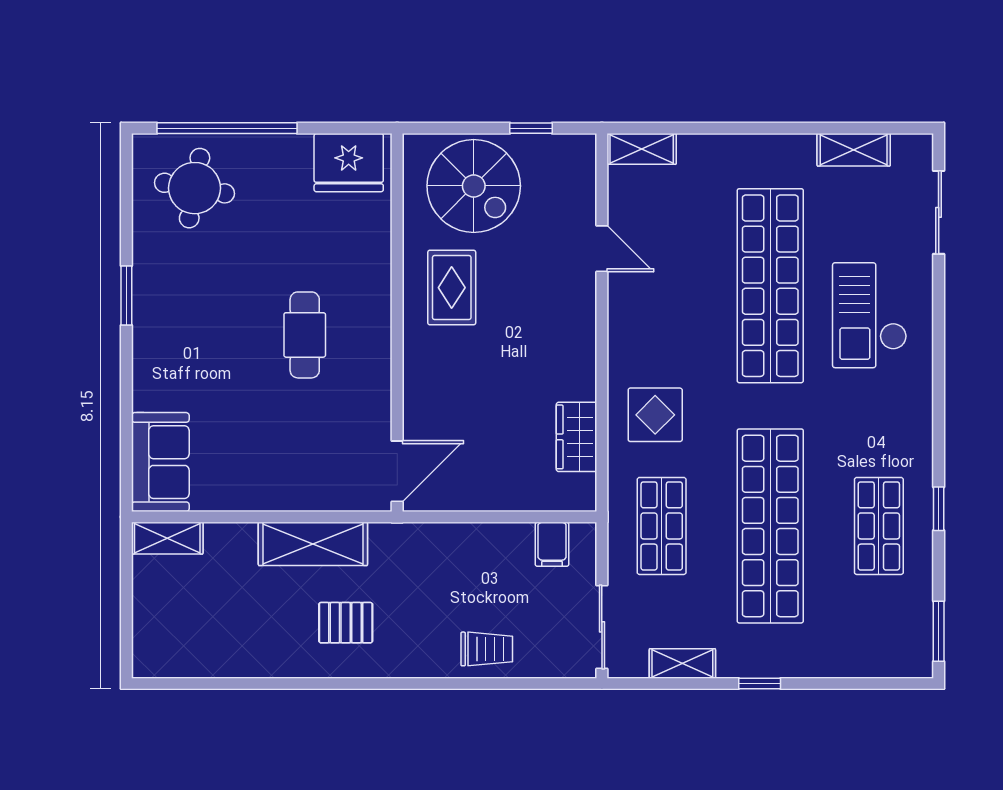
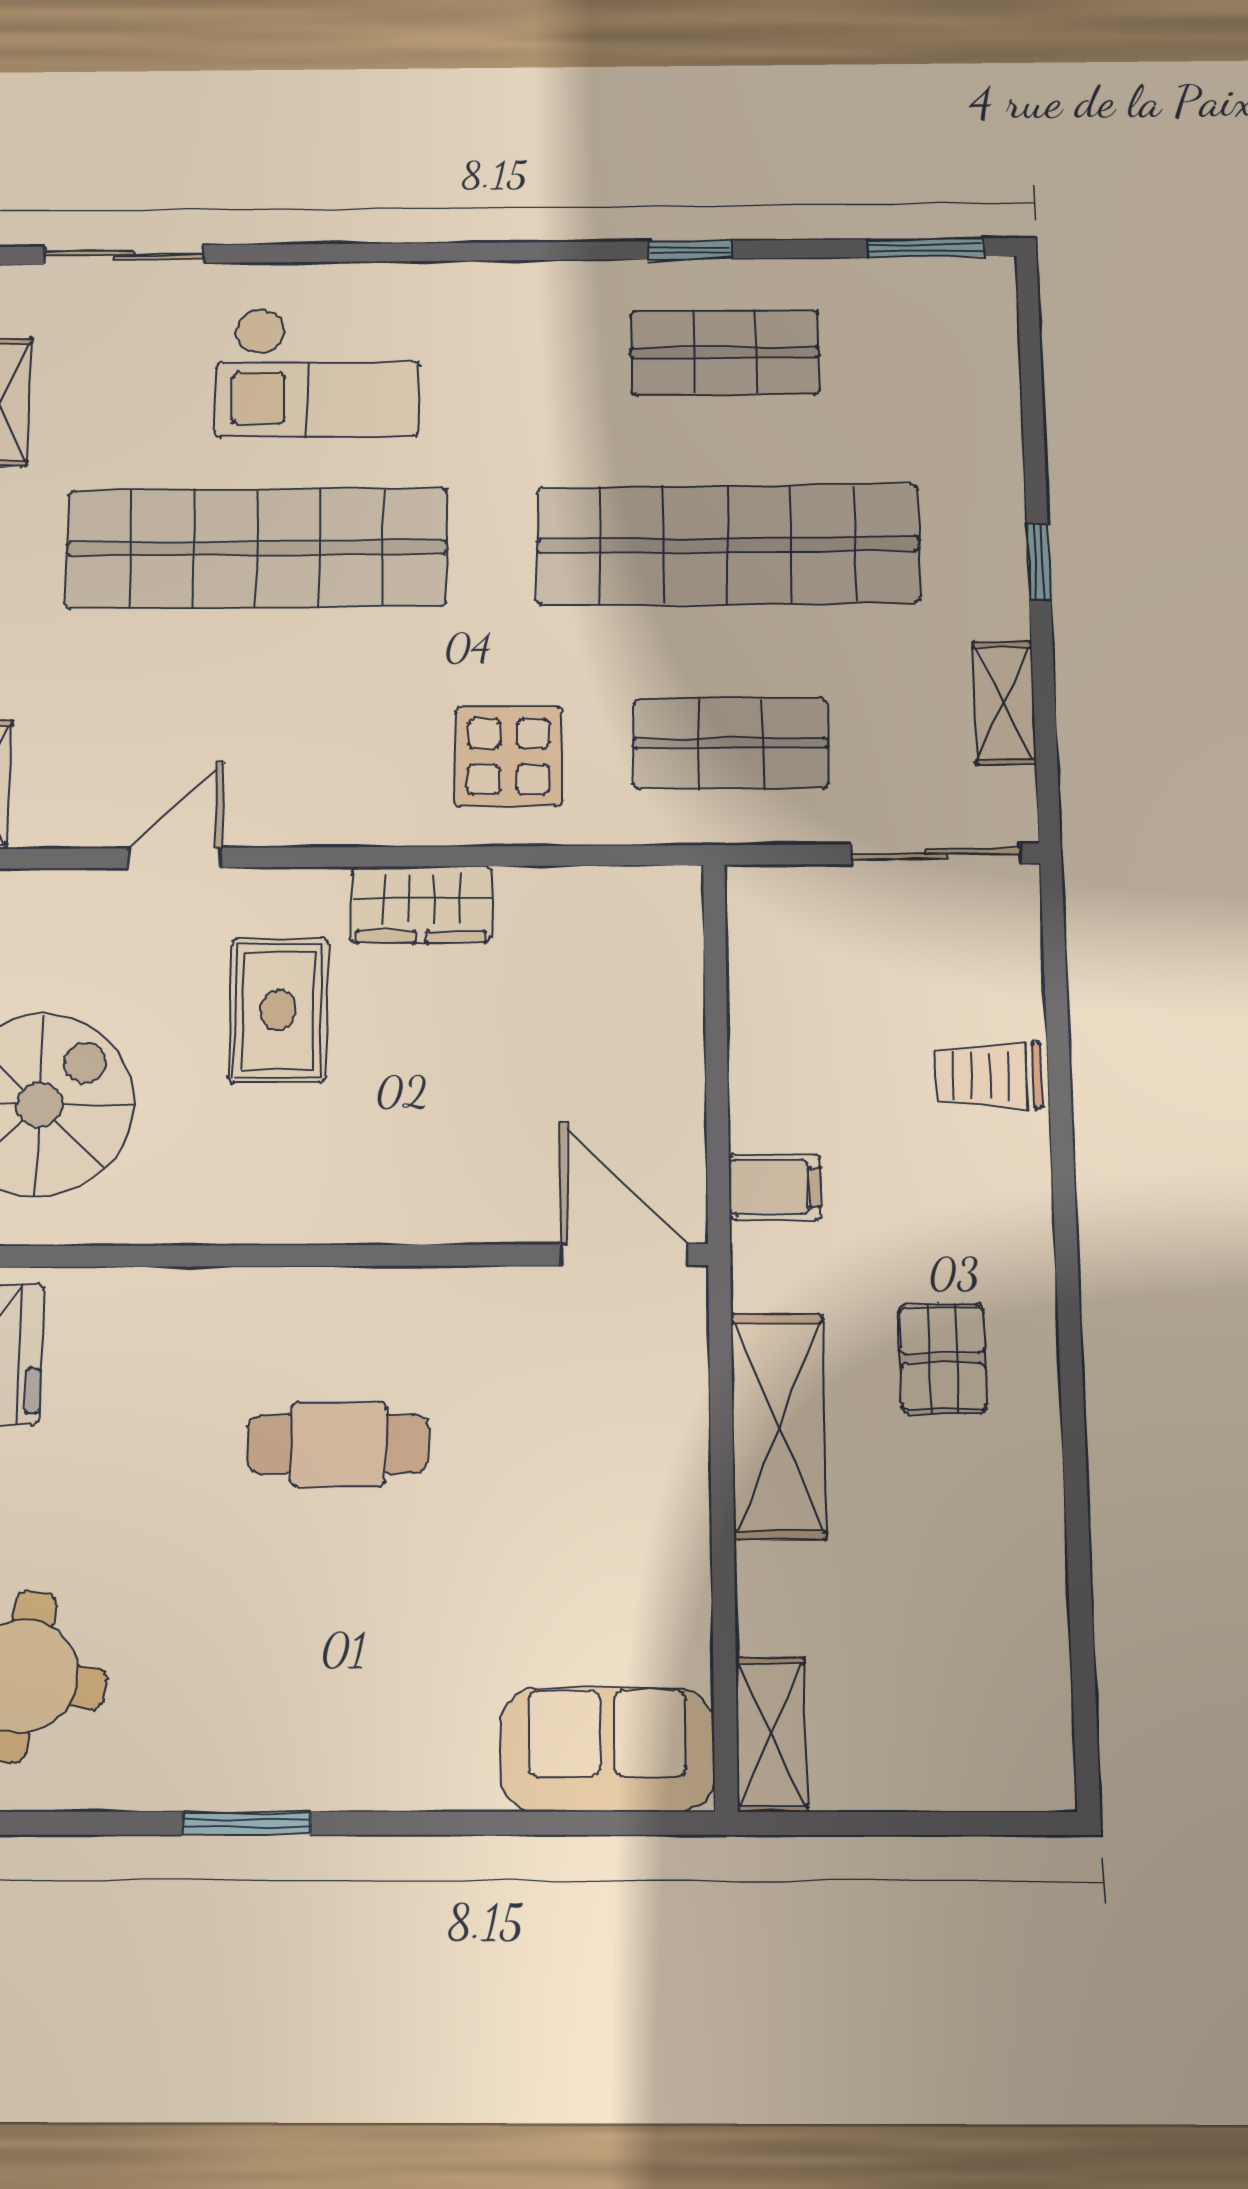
rug: (452, 288) -> (278, 1010), moved, turned 90
wardrobe: (577, 437) -> (421, 905), moved
filing cabinet: (552, 544) -> (775, 1187), moved
trolley: (487, 649) -> (988, 1076), turned -90

